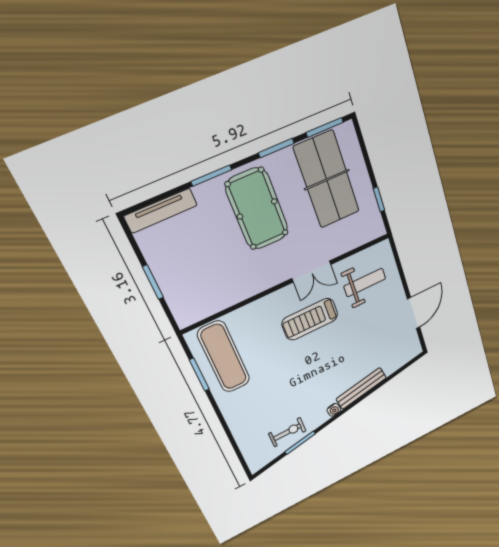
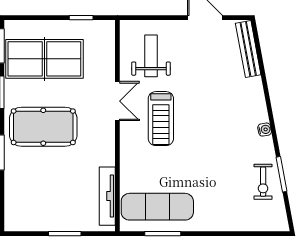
tv unit: (161, 211) -> (107, 196), moved, turned 180
bench: (361, 388) -> (248, 49), moved
exercise bike: (287, 432) -> (263, 182), turned 180

